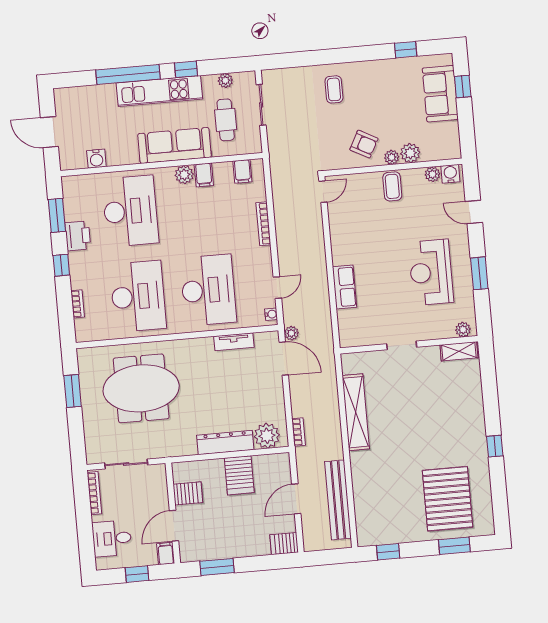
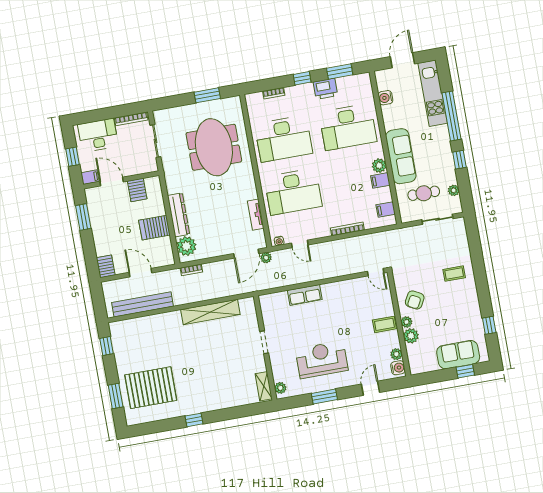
kitchen unit: (159, 91) -> (433, 93), moved
desk: (112, 538) -> (98, 135), width x1.37

